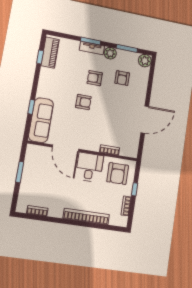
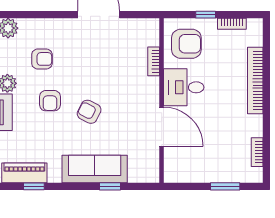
armchair: (83, 102) -> (89, 112), turned -63
sofa: (41, 120) -> (95, 169), moved
door: (66, 148) -> (162, 127), hinge flipped
window: (20, 172) -> (225, 186), moved

